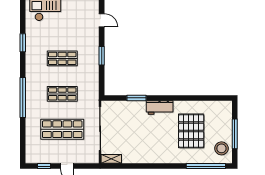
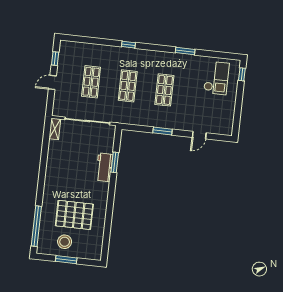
window: (23, 98) -> (128, 45), width x0.32
workbench: (160, 107) -> (104, 167), moved
shop shelf: (62, 129) -> (91, 82), width x0.70, depth x0.74
window: (235, 134) -> (66, 260), width x0.69
stool: (221, 148) -> (65, 242), moved

